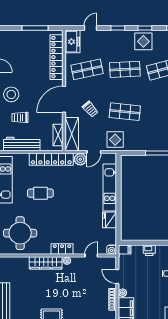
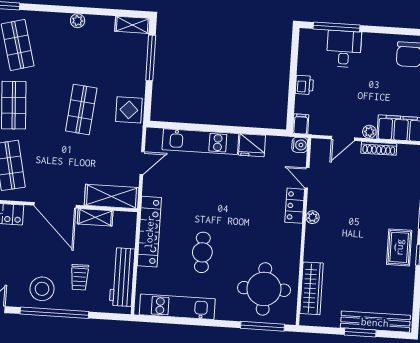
trolley: (90, 109) -> (74, 165), removed
shelving: (58, 135) -> (95, 217), moved
display table: (115, 140) -> (129, 110), moved
door: (94, 152) -> (142, 163), hinge flipped
plant: (80, 159) -> (152, 185), removed
locker: (62, 249) -> (295, 206), moved
wardrobe: (46, 263) -> (312, 288), moved

